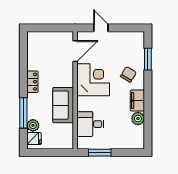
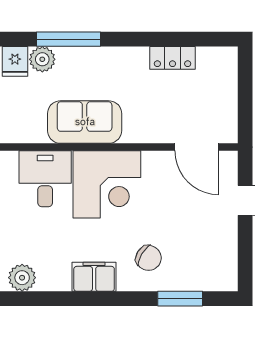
corner desk: (93, 80) -> (107, 184), moved
locker: (32, 82) -> (173, 58), moved
plant: (138, 119) -> (22, 278), moved

